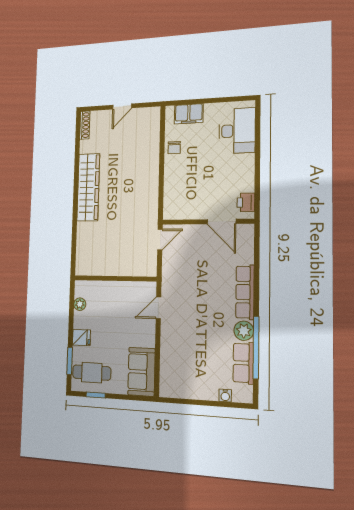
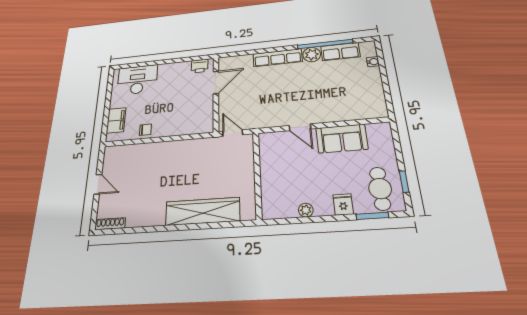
wardrobe: (88, 187) -> (203, 211), moved
wall: (115, 278) -> (257, 175), moved
sofa: (141, 372) -> (342, 139), moved

